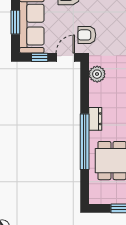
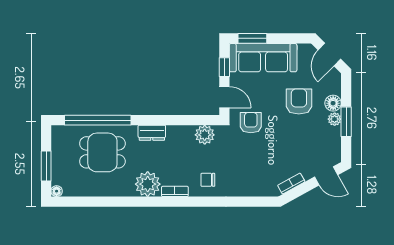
window: (15, 22) -> (252, 38), moved
window: (85, 142) -> (98, 120), moved

